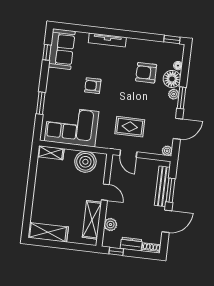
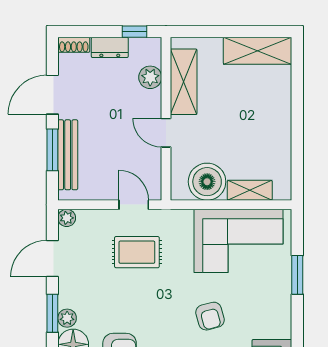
armchair: (93, 86) -> (210, 316), turned 75
shelving: (51, 153) -> (250, 190), moved

